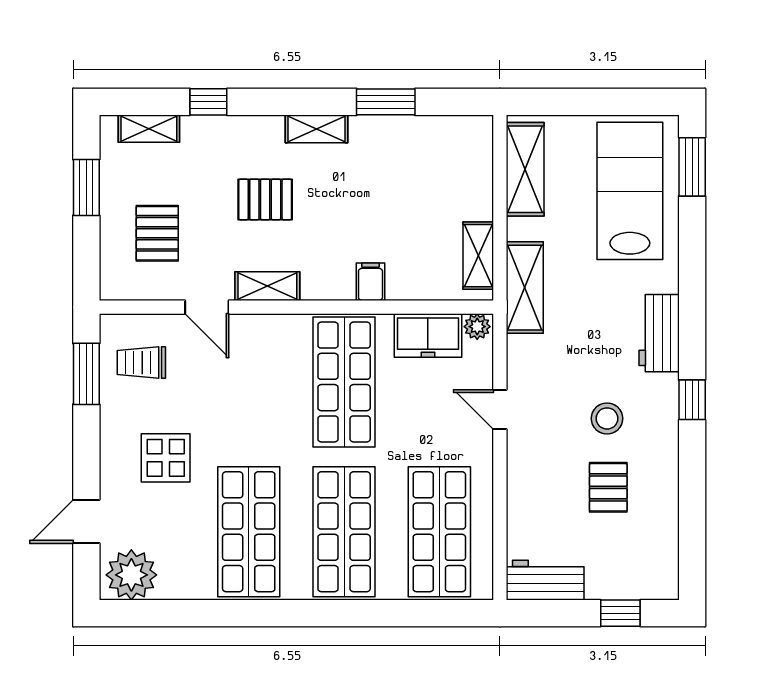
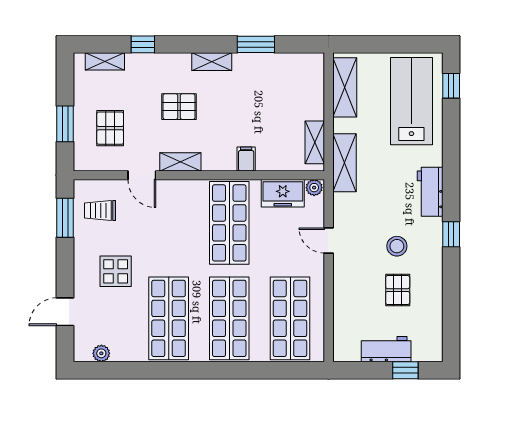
window: (692, 167) -> (451, 86), width x0.67
window: (86, 187) -> (65, 124), moved
plant: (131, 575) -> (101, 353), width x0.53, depth x0.53
workbench: (545, 580) -> (386, 349), moved

